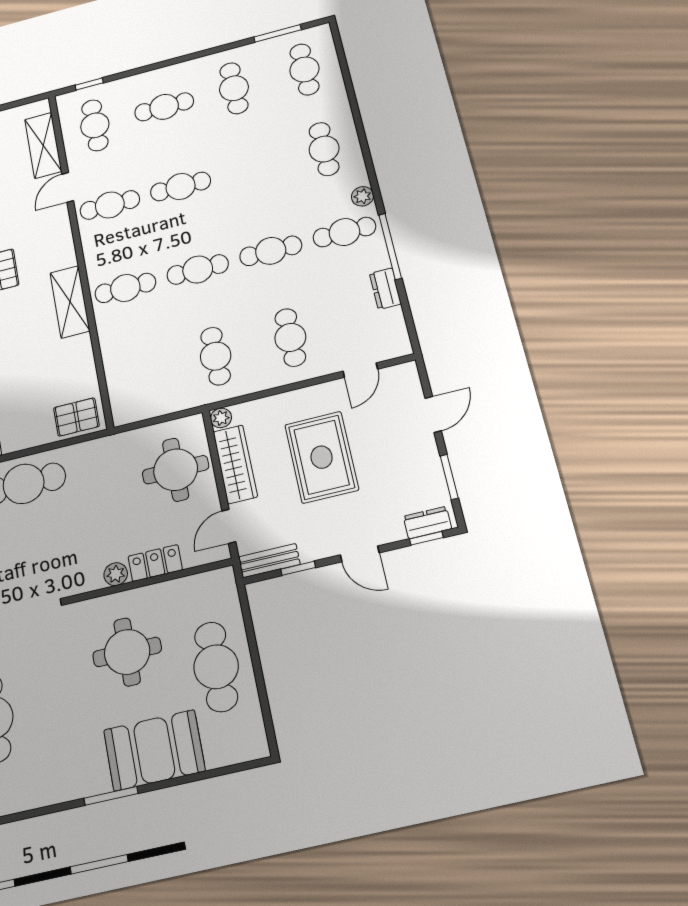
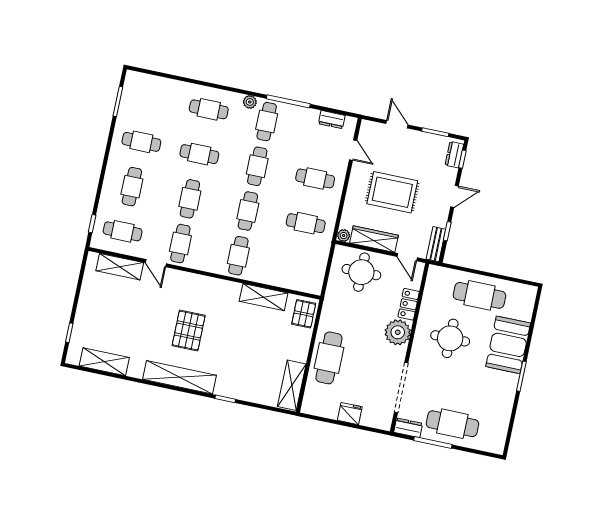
cafe table: (304, 69) -> (199, 154), moved
dresser: (385, 289) -> (332, 120), moved
shelving: (70, 302) -> (264, 297), moved
plant: (116, 574) -> (398, 332), width x1.87, depth x1.87

